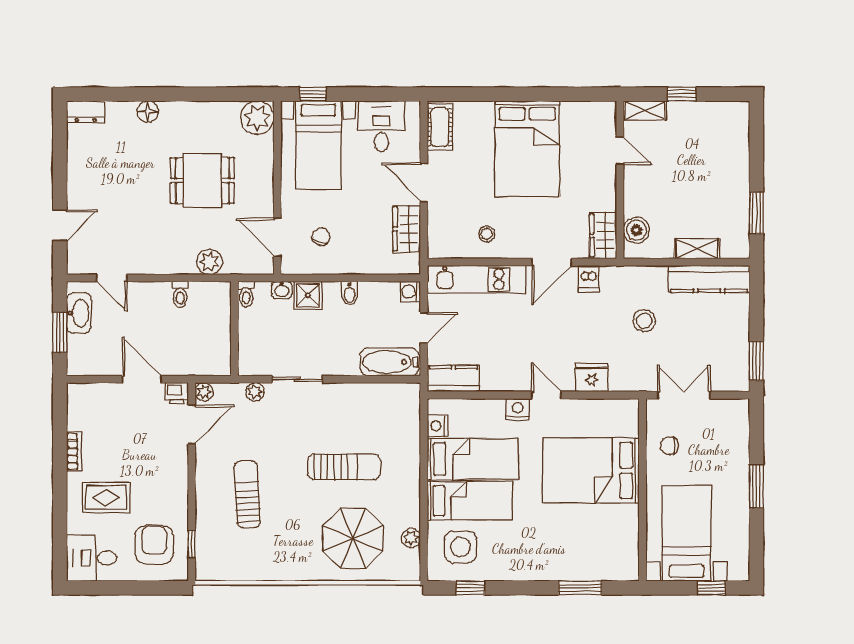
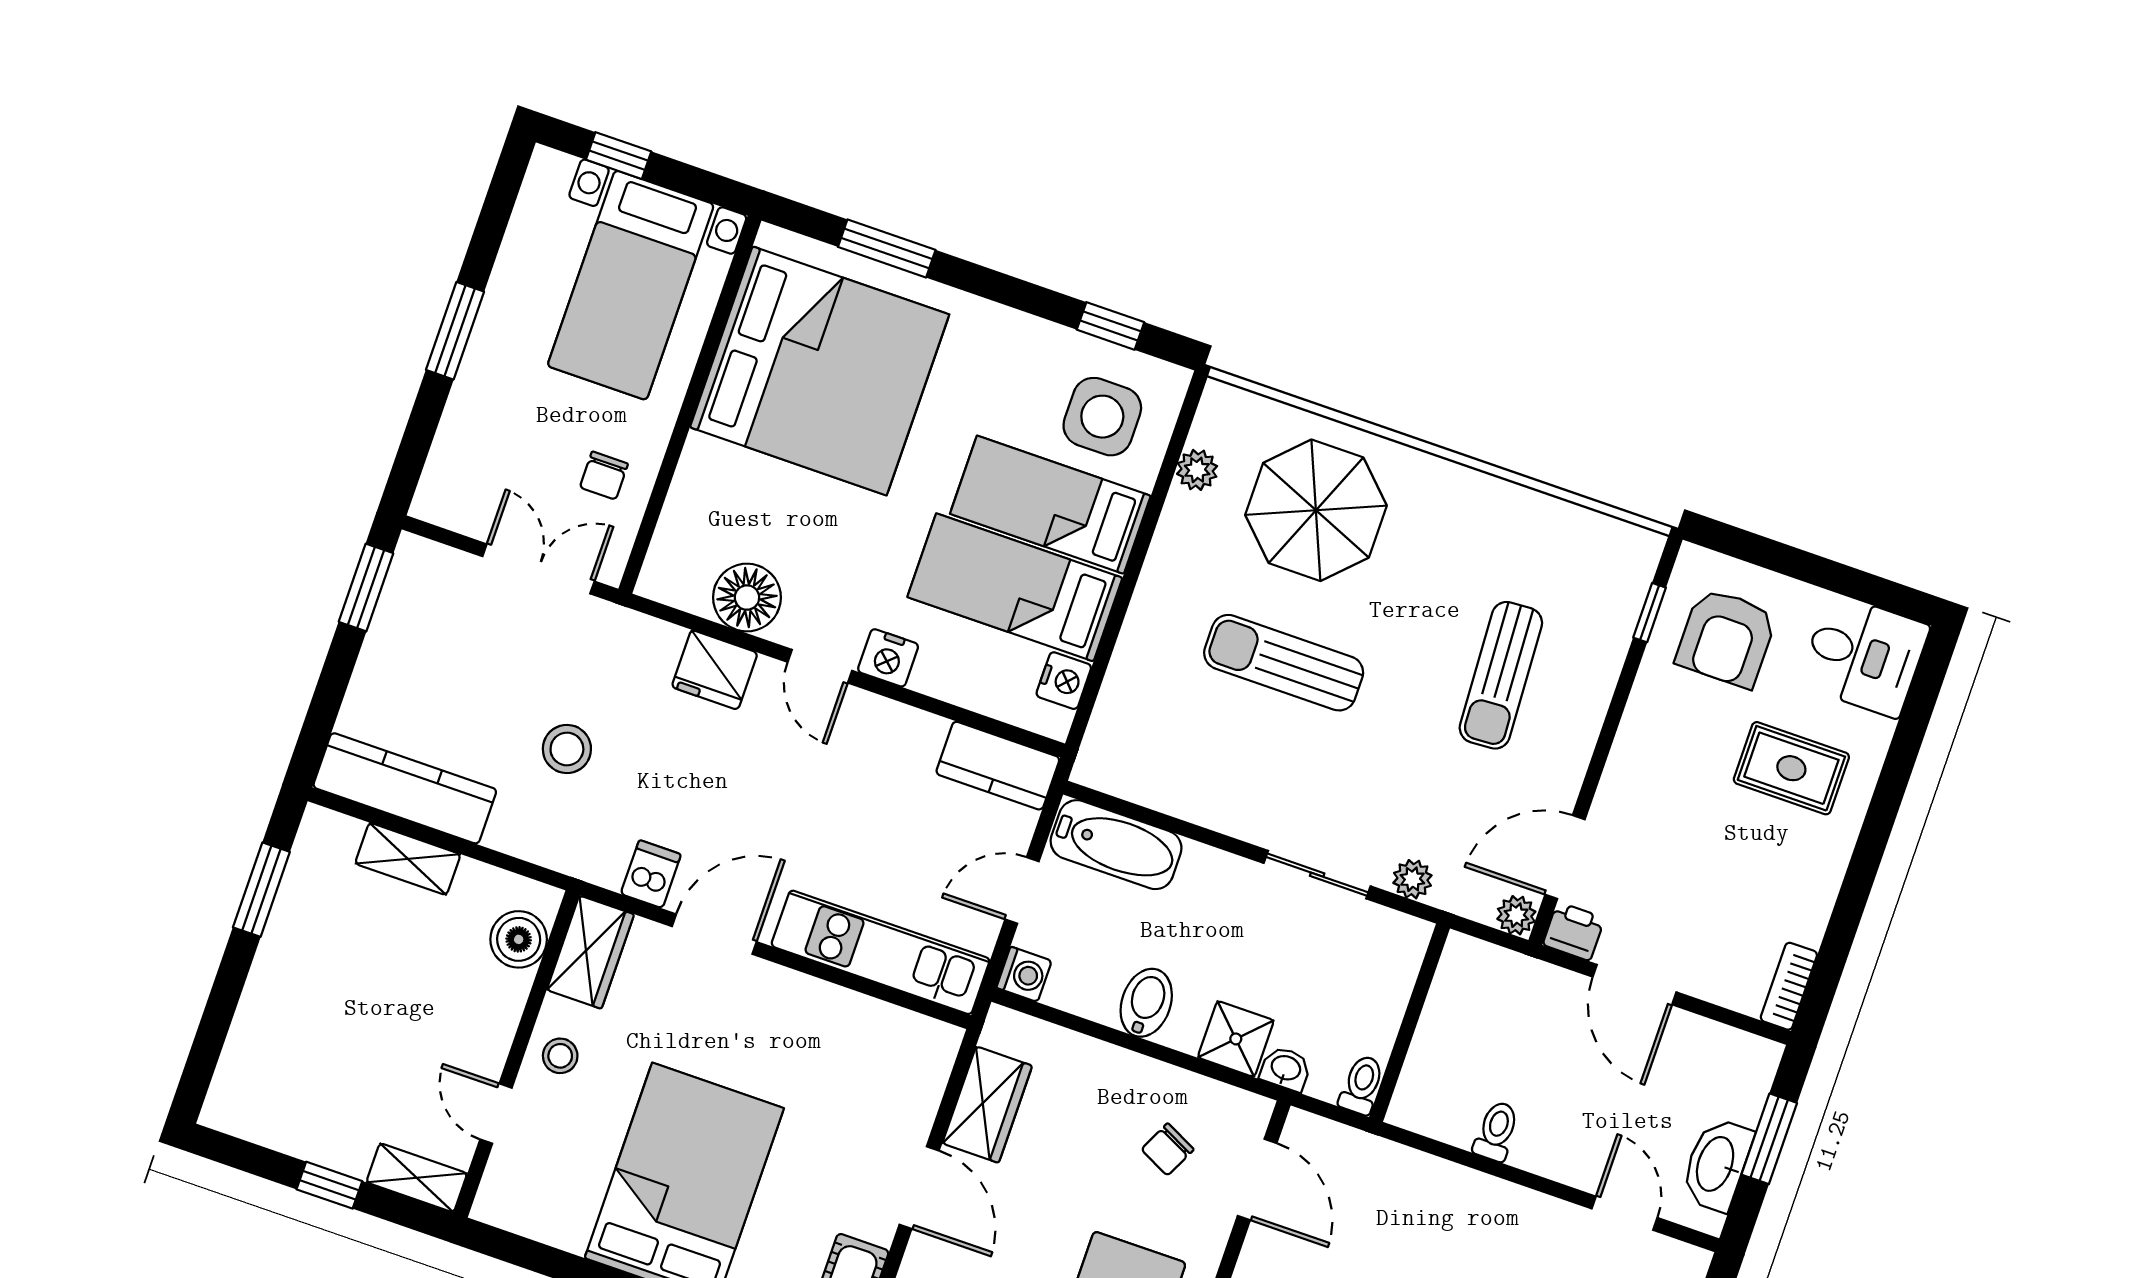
stool: (487, 234) -> (560, 1056), moved
plant: (209, 262) -> (1414, 1177), removed
bidet: (349, 293) -> (1146, 1003), width x1.38, depth x1.36
double door: (684, 395) -> (538, 569), swing flipped
floor lamp: (588, 414) -> (747, 598), added
chair: (669, 446) -> (604, 476), turned 90
bookcase: (74, 452) -> (1789, 986), moved
bed: (591, 471) -> (820, 371), moved, width x1.36

